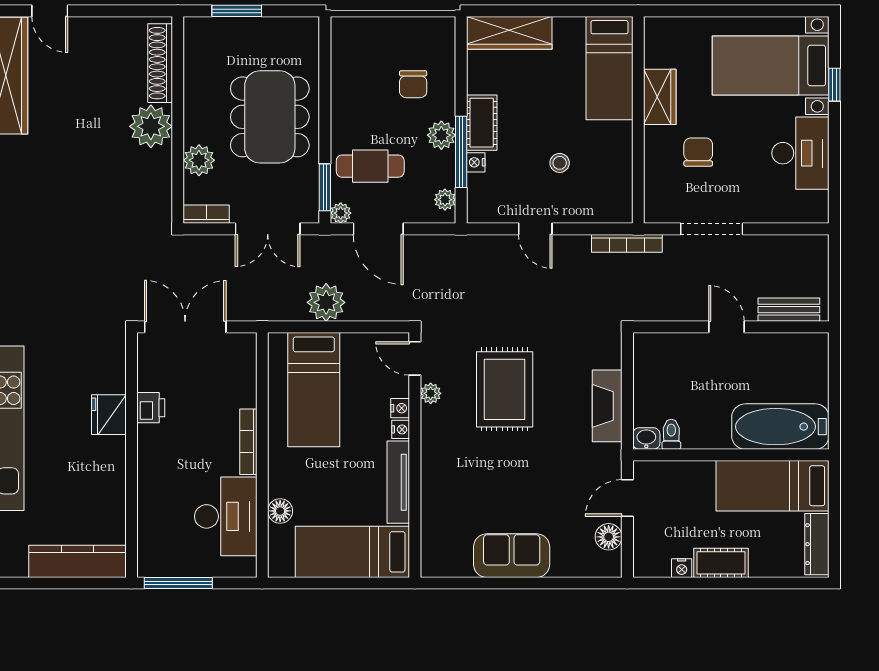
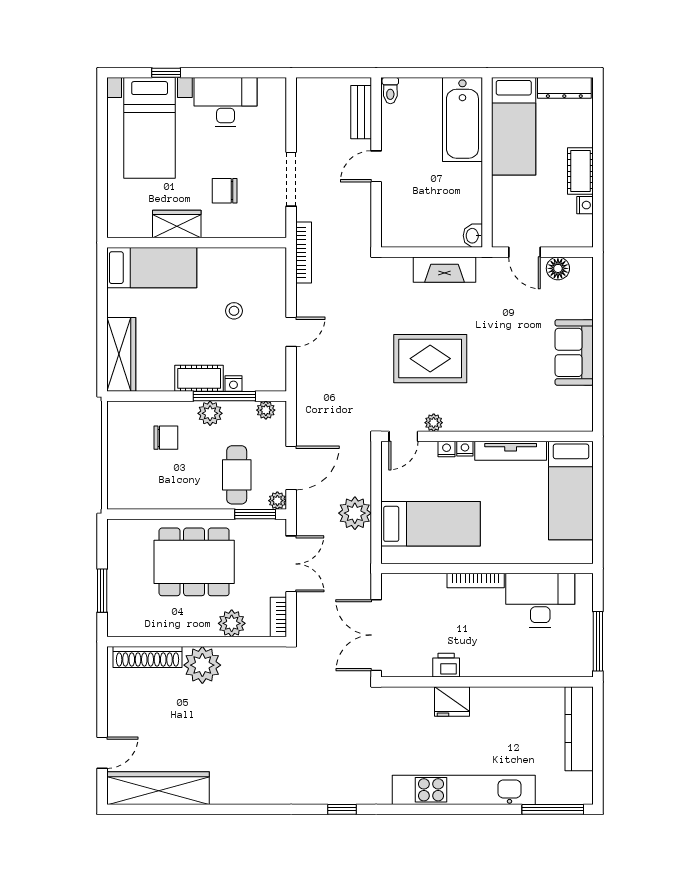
toilet: (671, 434) -> (390, 91), moved, turned -90
floor lamp: (280, 511) -> (536, 553), removed

